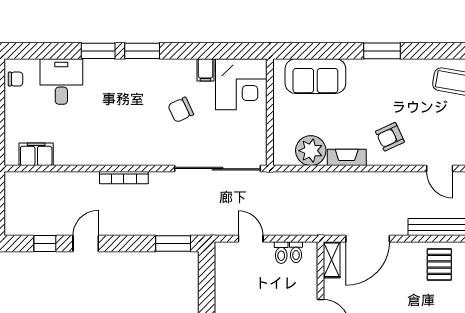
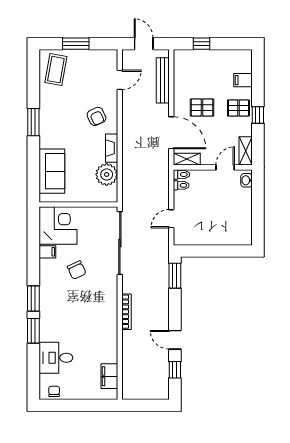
toilet: (281, 253) -> (182, 174), moved
pallet: (439, 264) -> (202, 107), moved

